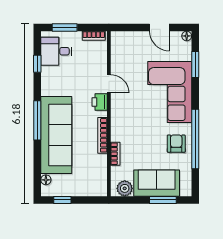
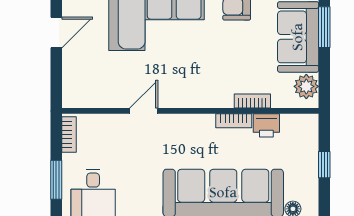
printer: (100, 102) -> (266, 125), moved
bookcase: (103, 135) -> (234, 121), width x0.64
window: (62, 200) -> (324, 165), moved

